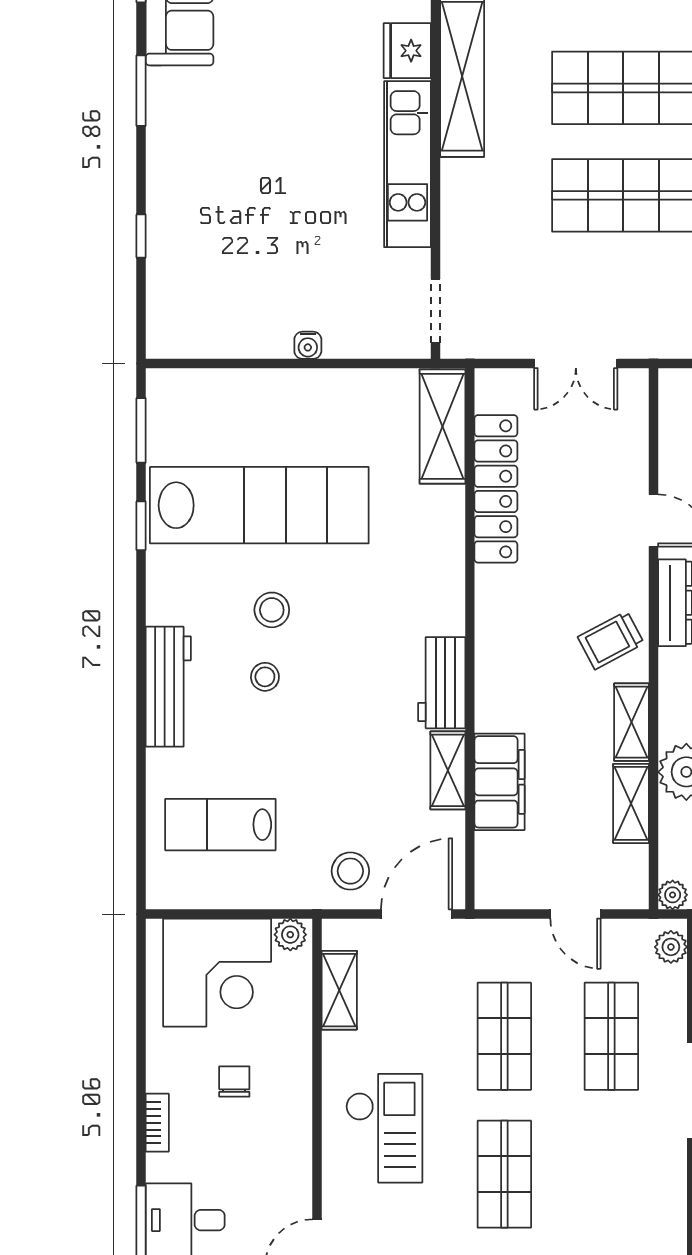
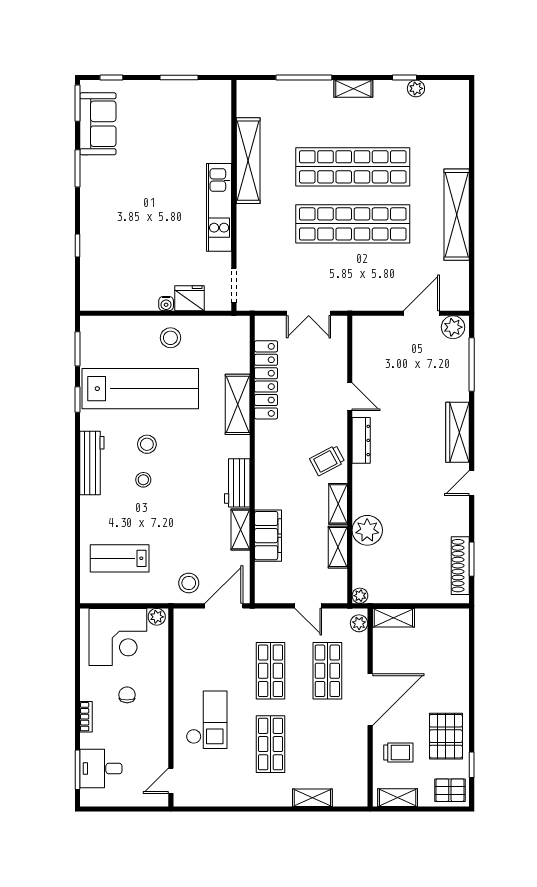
fridge: (407, 51) -> (190, 298), moved, turned 90
stool: (316, 410) -> (170, 338), added
shelving: (442, 426) -> (238, 404), moved
workbench: (168, 687) -> (92, 463), moved
shelving: (339, 990) -> (183, 646), removed

